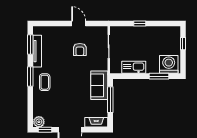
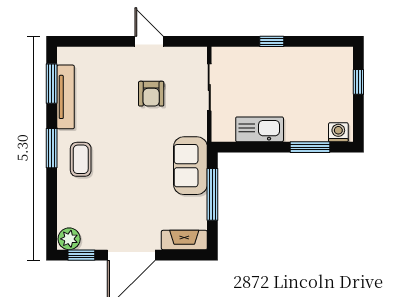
washing machine: (169, 64) -> (338, 132), width x0.53, depth x0.53

